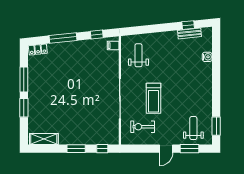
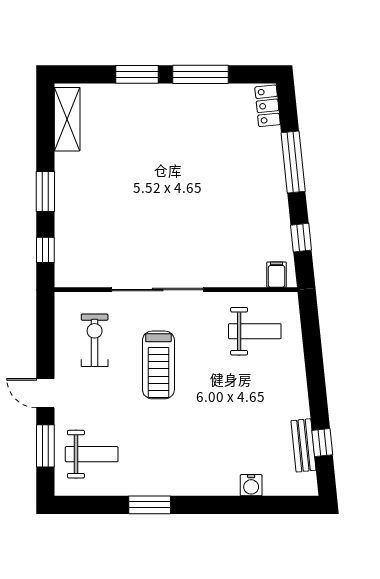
treadmill: (154, 98) -> (158, 365), turned -90
window: (216, 126) -> (150, 505), moved

